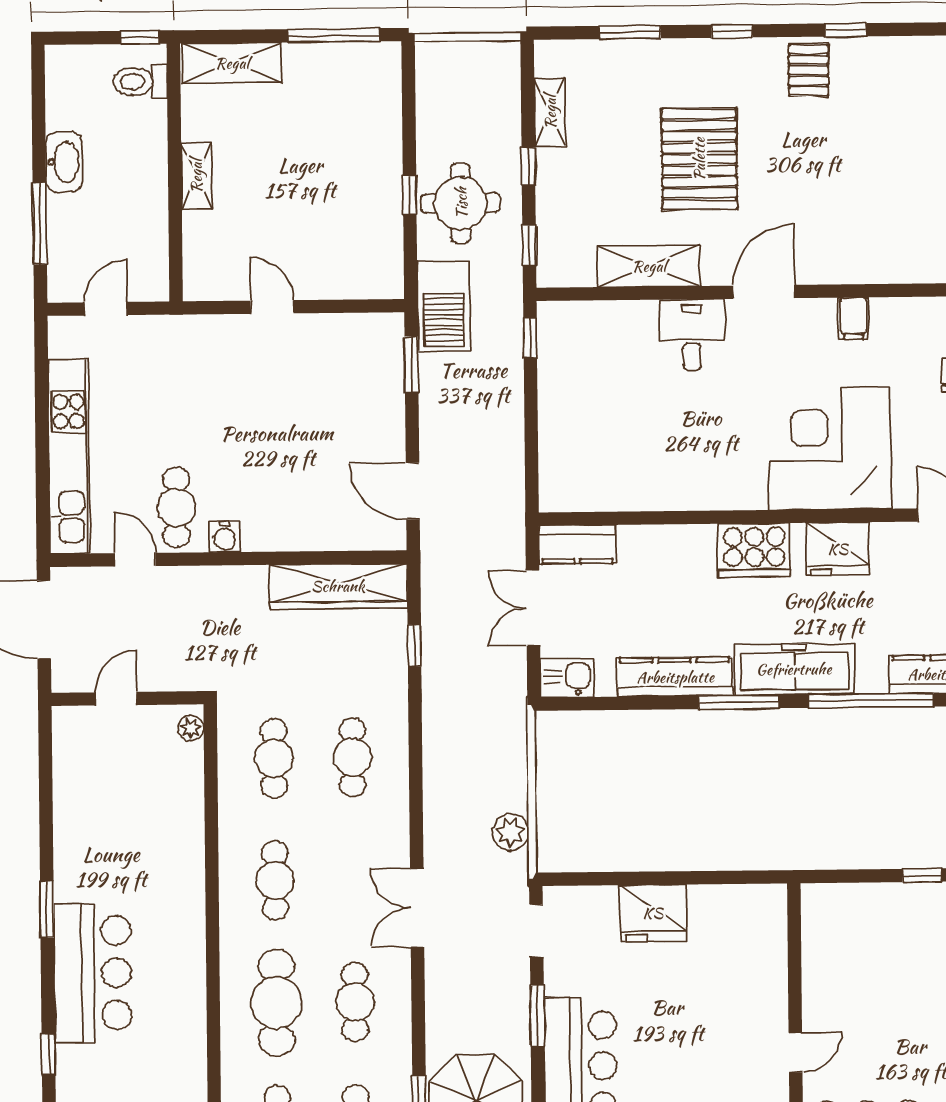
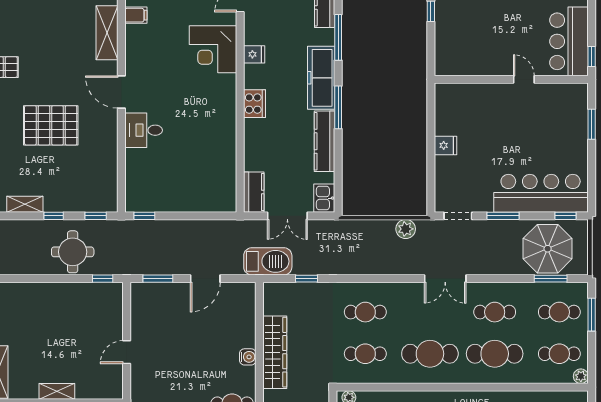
window: (410, 195) -> (103, 279), moved
shelving: (649, 266) -> (107, 33), moved
barbecue: (444, 306) -> (268, 261), moved
filing cabinet: (853, 318) -> (136, 15), moved
corner desk: (830, 449) -> (213, 49), width x0.74, depth x0.74
door: (413, 491) -> (205, 279), moved
water cooler: (225, 537) -> (248, 357), moved
fridge: (838, 549) -> (254, 54), width x0.53, depth x0.75
cooker: (754, 550) -> (255, 104), width x0.73, depth x0.76
wardrobe: (338, 586) -> (275, 352), moved
window: (871, 701) -> (338, 37), width x0.68
cafe table: (275, 880) -> (430, 354), width x1.37, depth x1.35
fridge: (653, 913) -> (446, 145), width x0.53, depth x0.75

